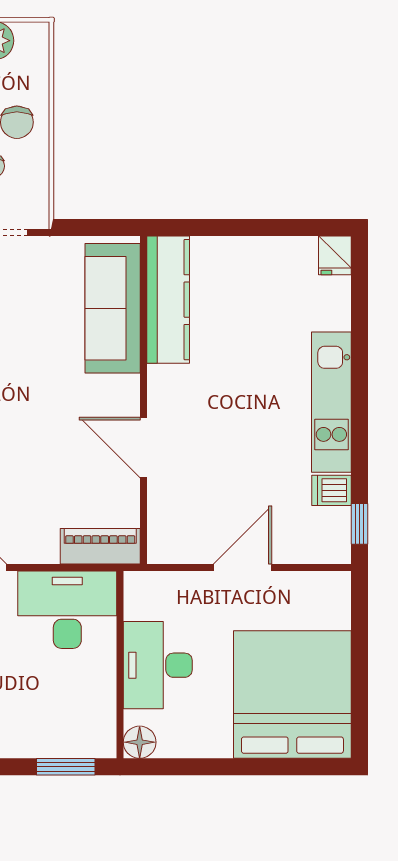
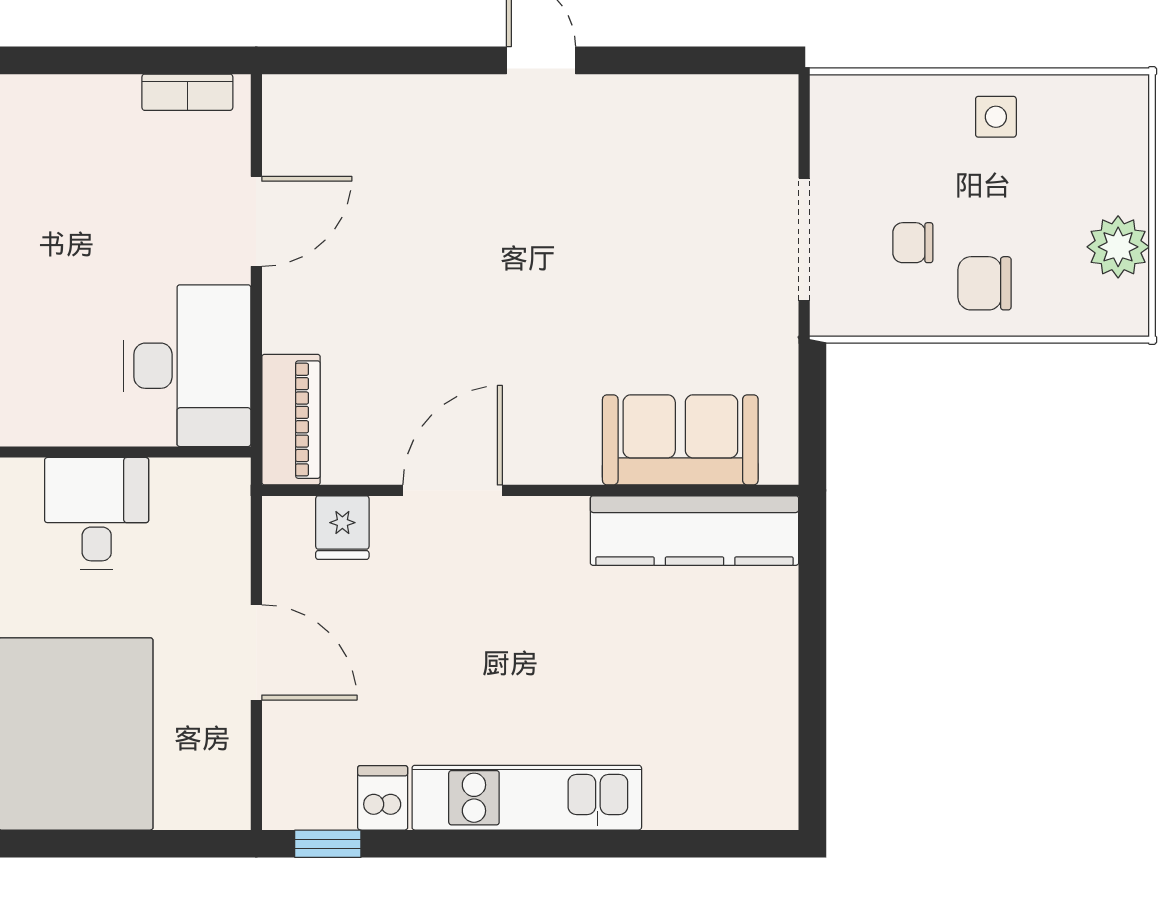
fridge: (335, 255) -> (342, 528), moved, turned -90
sofa: (113, 308) -> (680, 440), width x0.73
desk: (158, 665) -> (97, 514), width x0.73

